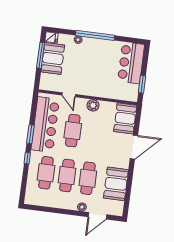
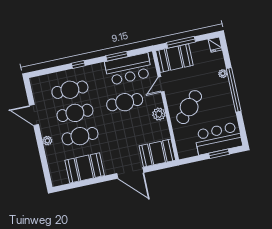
window: (41, 55) -> (181, 42), moved
booth: (53, 58) -> (174, 58), moved
cafe table: (96, 78) -> (189, 107), added
window: (142, 84) -> (219, 154), moved
bar counter: (45, 125) -> (129, 69), width x0.73
window: (30, 134) -> (117, 56), moved
door: (97, 216) -> (34, 115), moved

